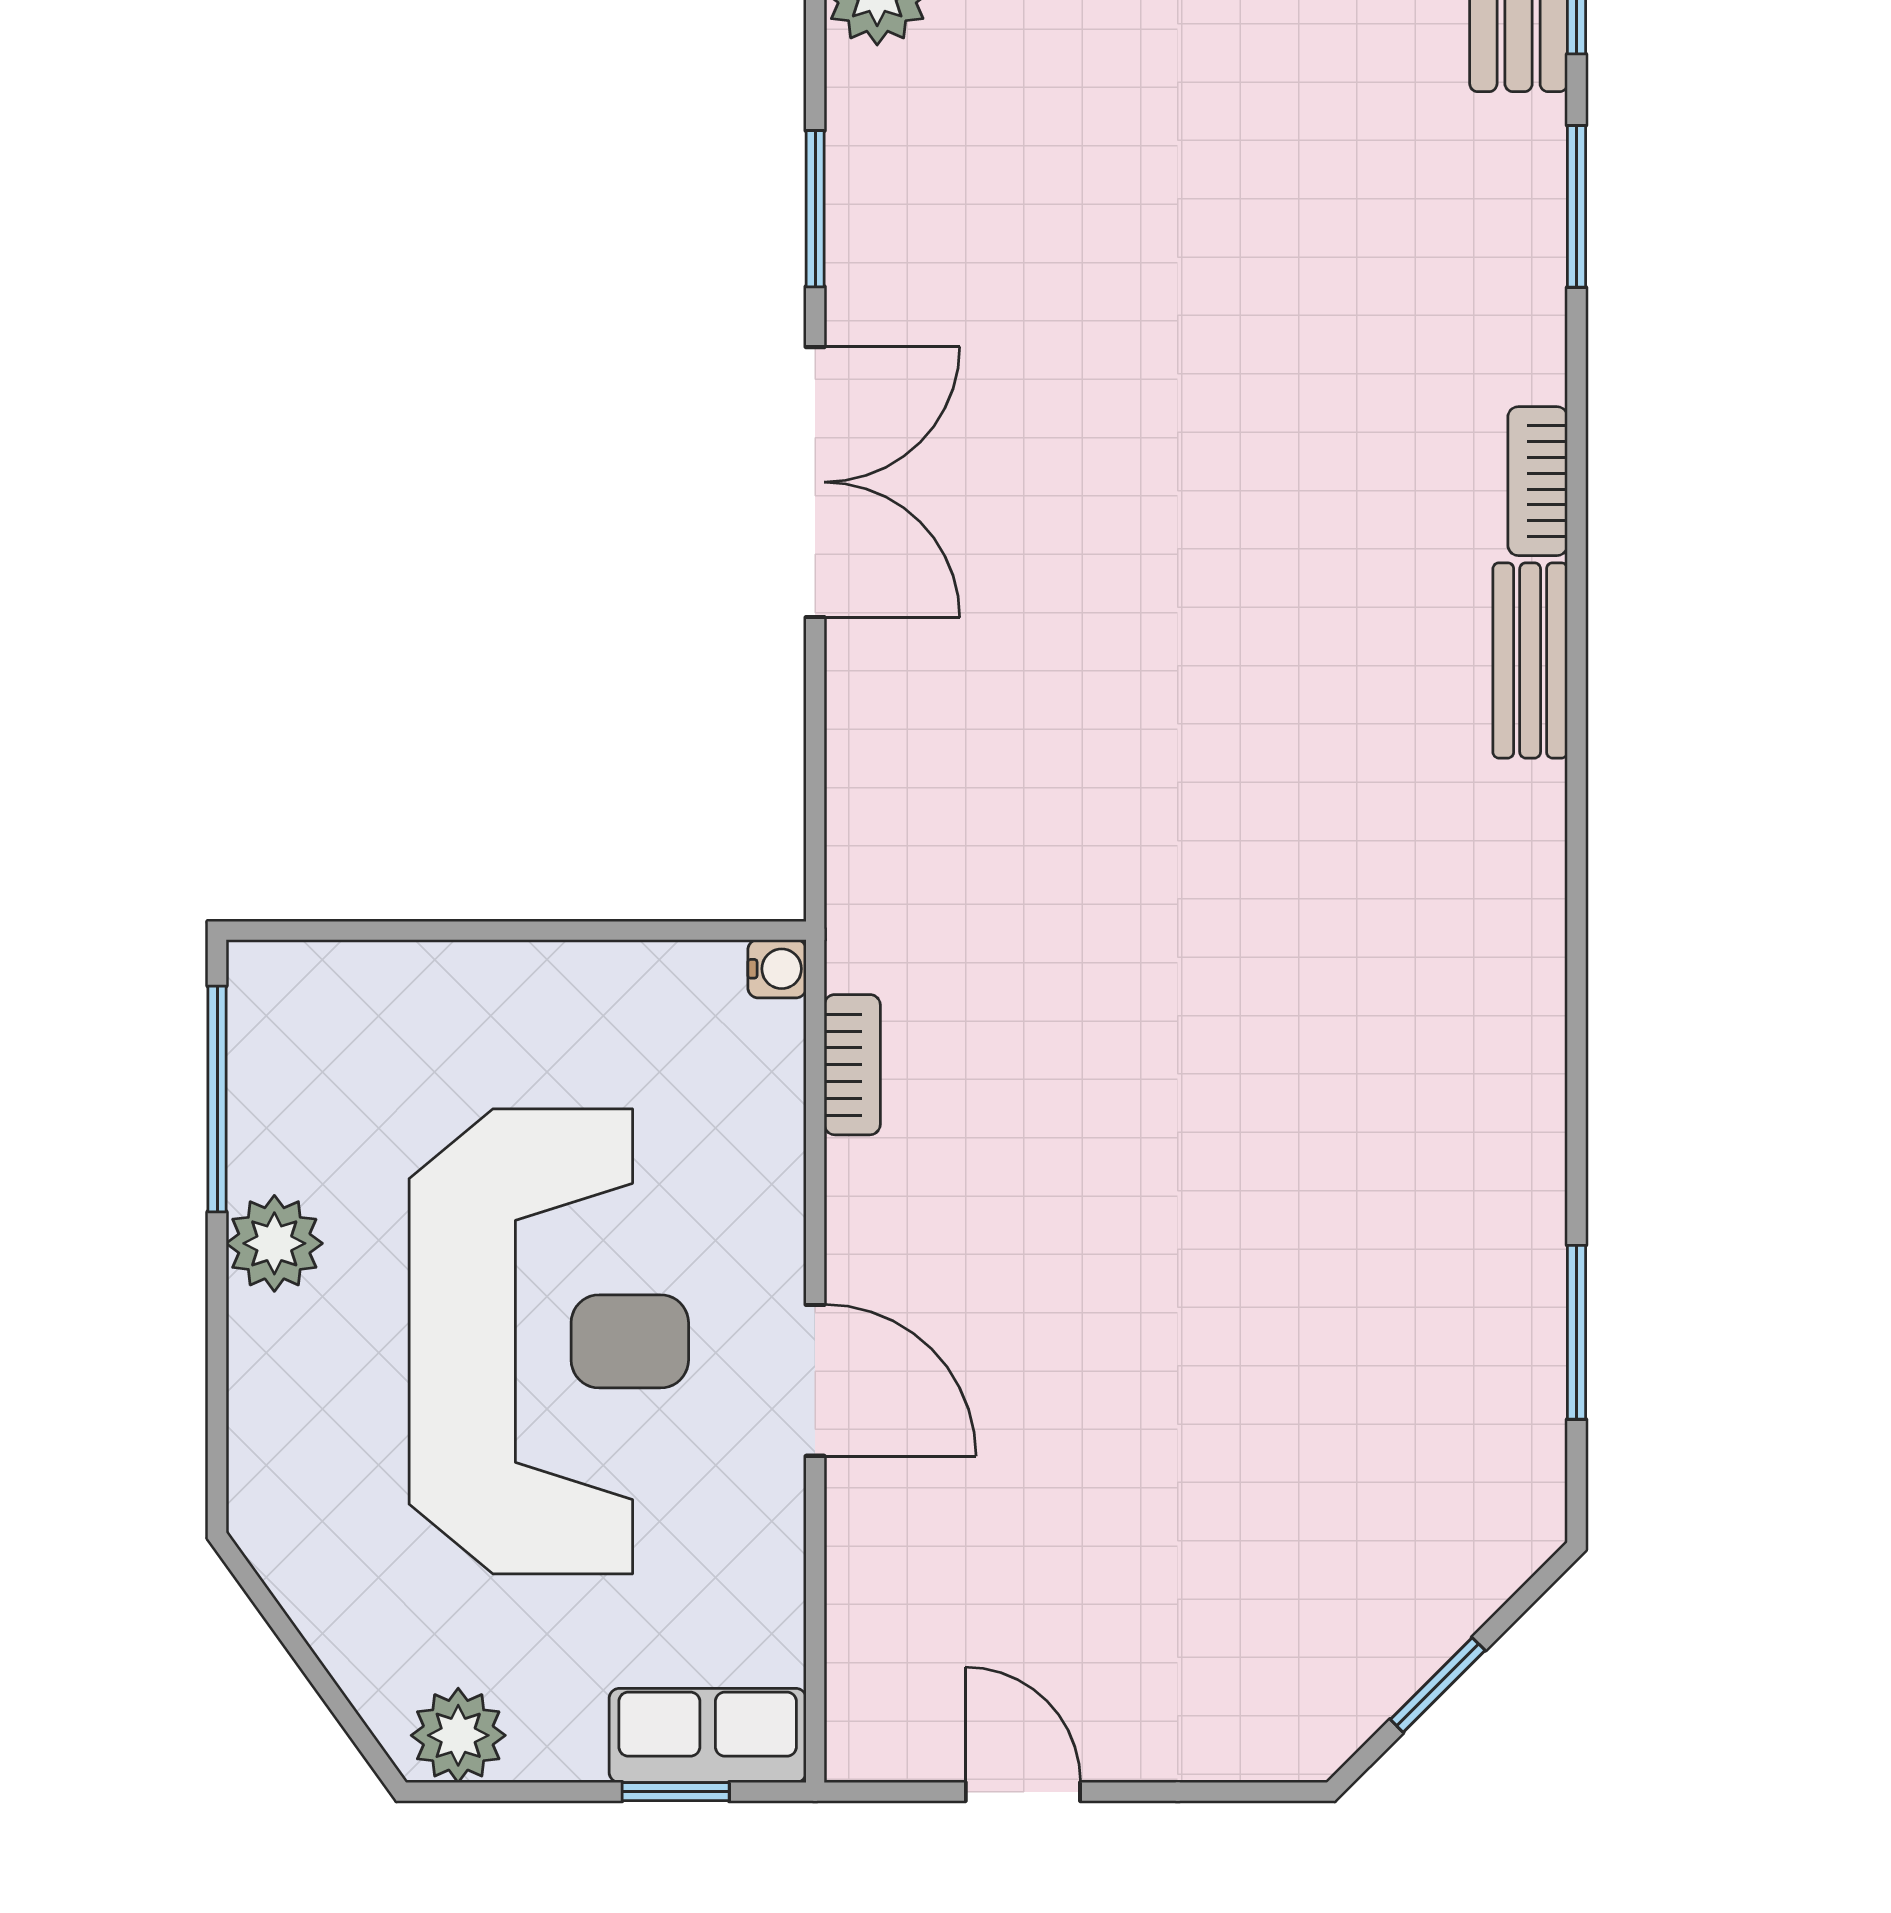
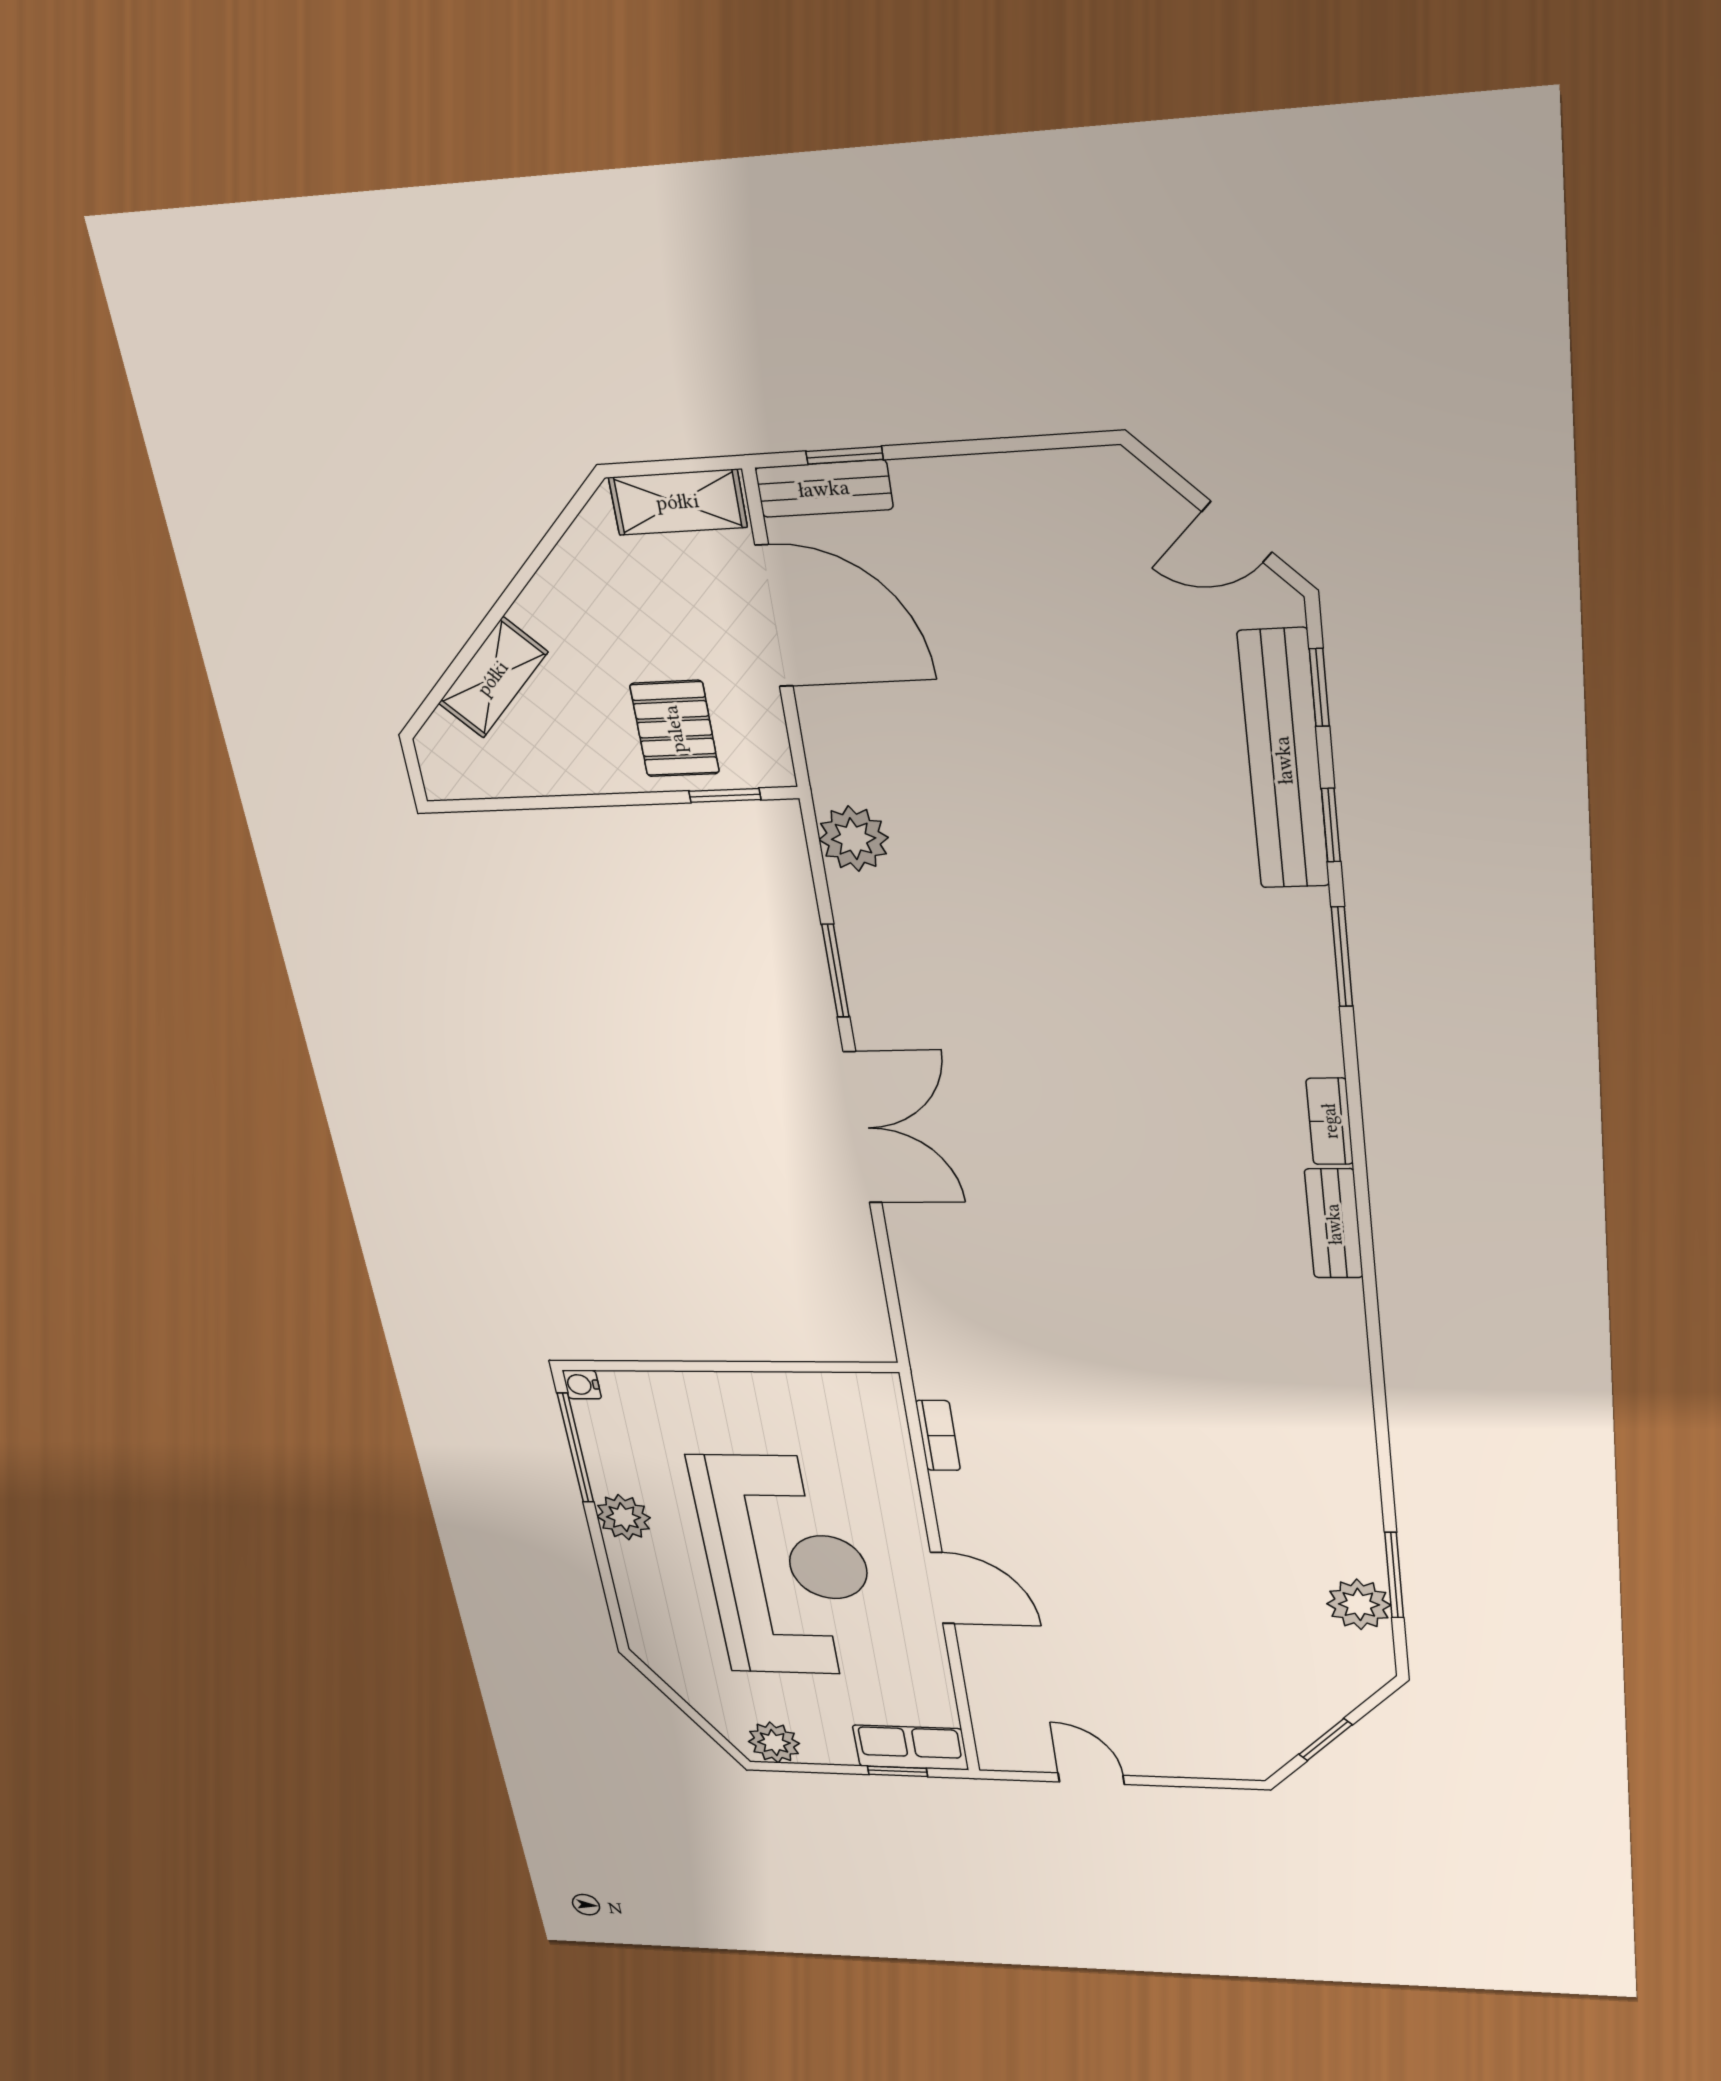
water cooler: (777, 969) -> (582, 1384), moved, turned 180
plant: (1515, 1394) -> (1359, 1604), added

